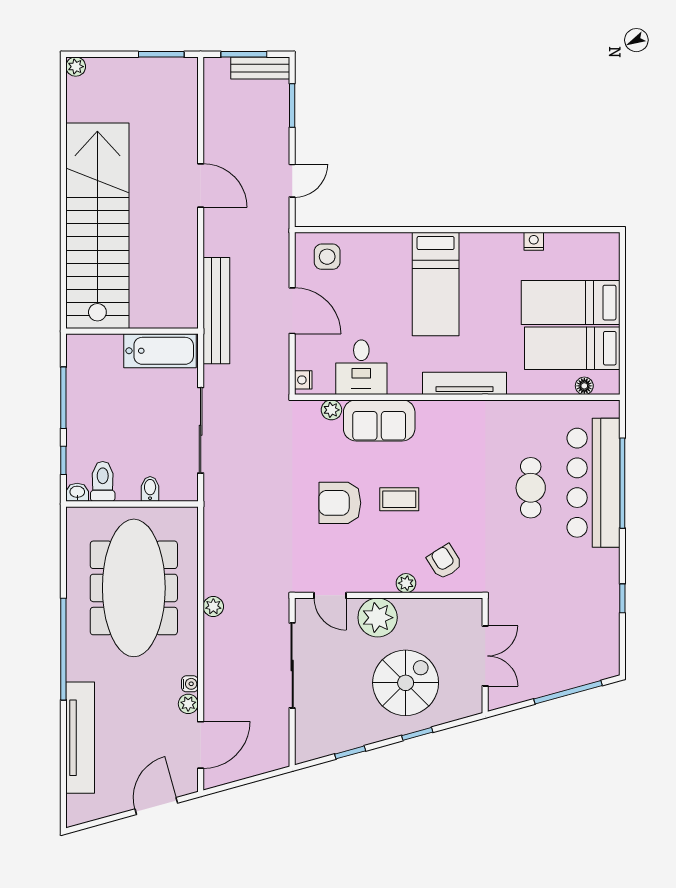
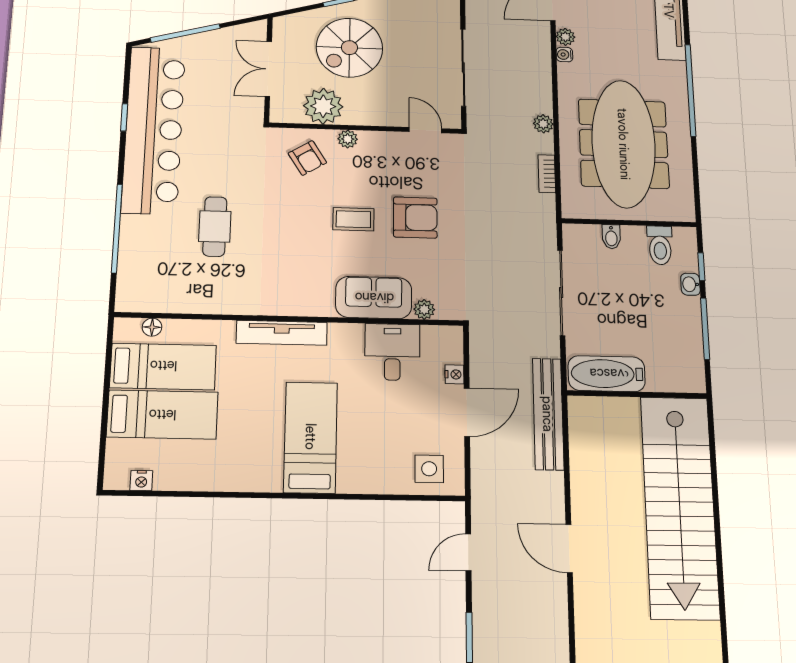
nightstand: (534, 241) -> (141, 480), moved
door: (292, 311) -> (467, 412), swing flipped
nightstand: (303, 380) -> (454, 374), moved
bar counter: (593, 483) -> (154, 129), moved, width x1.36
washbasin: (77, 492) -> (690, 284), moved, turned 90
bookcase: (211, 553) -> (547, 174), added
plant: (378, 618) -> (323, 106), moved

